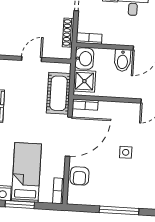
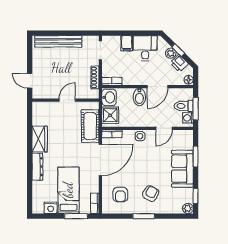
side table: (126, 152) -> (140, 136), moved
armchair: (80, 176) -> (120, 195), moved
armchair: (129, 182) -> (151, 194), added
window: (20, 205) -> (76, 216), moved
window: (119, 210) -> (144, 216), width x0.69

